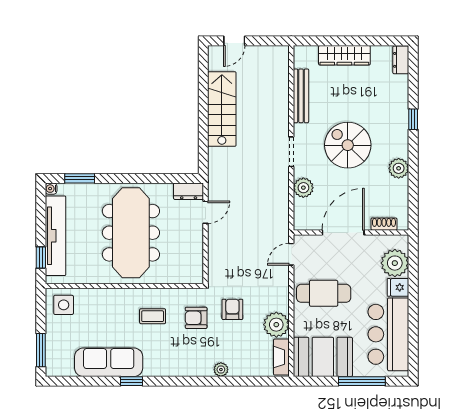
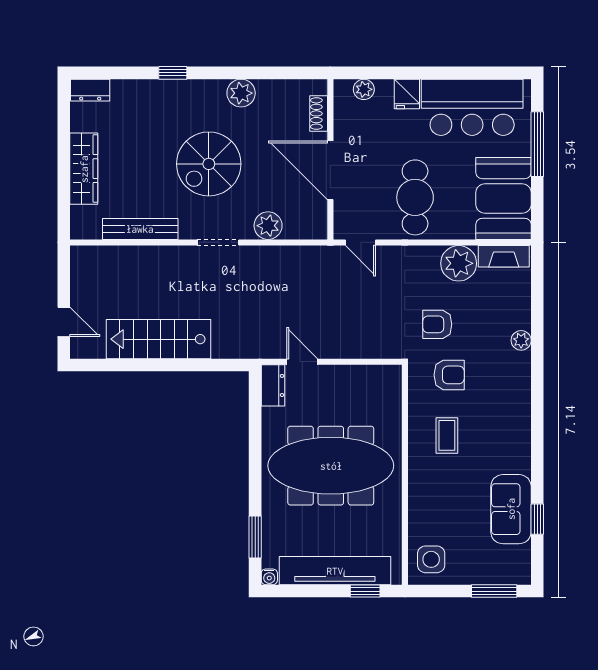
plant: (395, 263) -> (364, 89), width x0.53, depth x0.53
armchair: (196, 318) -> (449, 375), turned -90
sofa: (109, 362) -> (511, 509), width x0.73
window: (131, 381) -> (537, 519), moved

